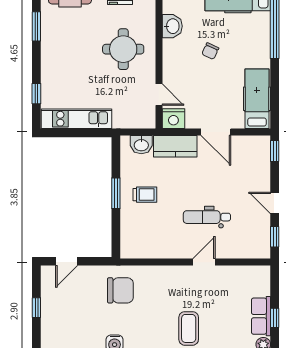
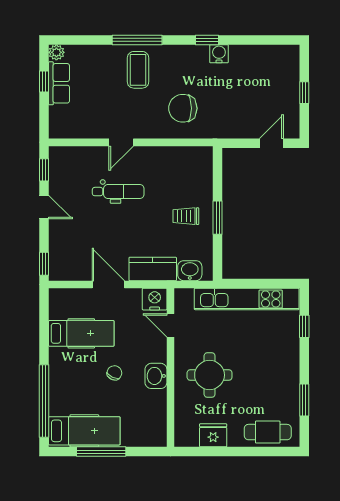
washbasin: (172, 26) -> (156, 376), moved
hospital bed: (257, 99) -> (81, 333), moved, turned -90
kitchen unit: (76, 119) -> (247, 299), width x1.36
chair: (120, 290) -> (183, 108), moved

